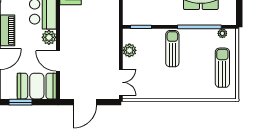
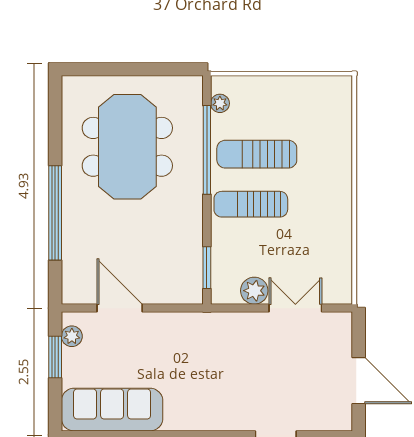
sun lounger: (222, 68) -> (257, 154), moved
double door: (121, 82) -> (295, 308), moved

